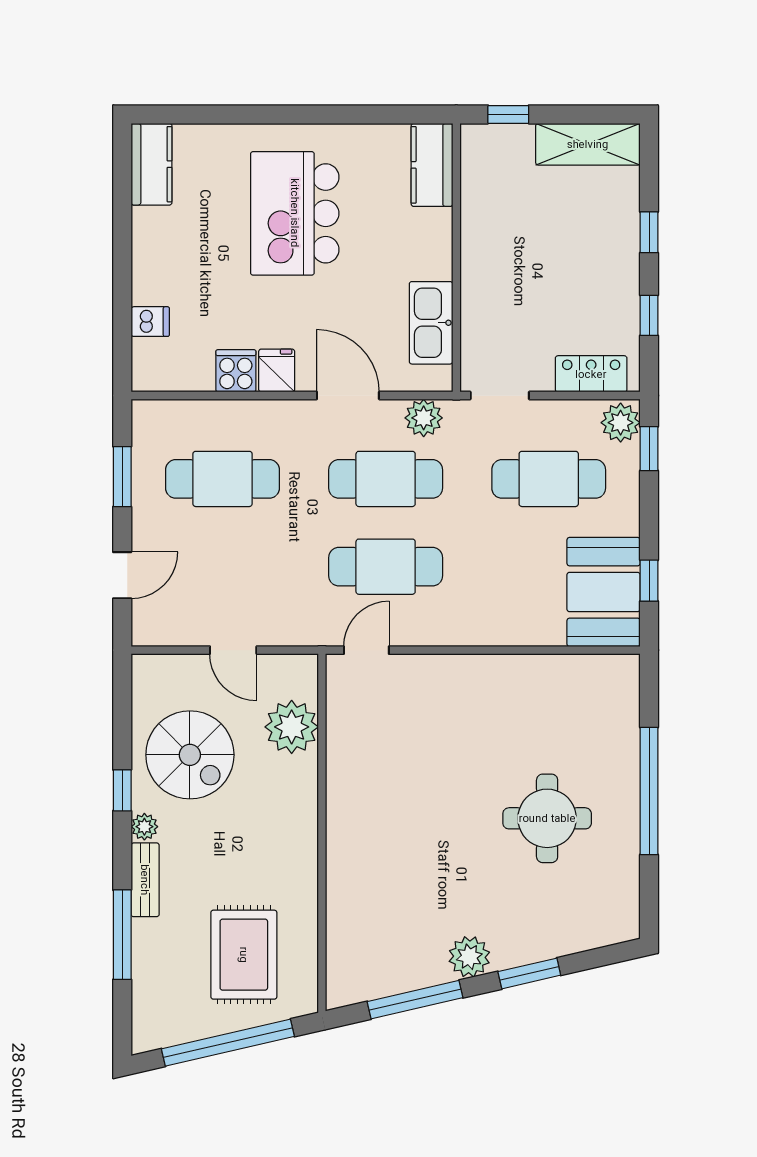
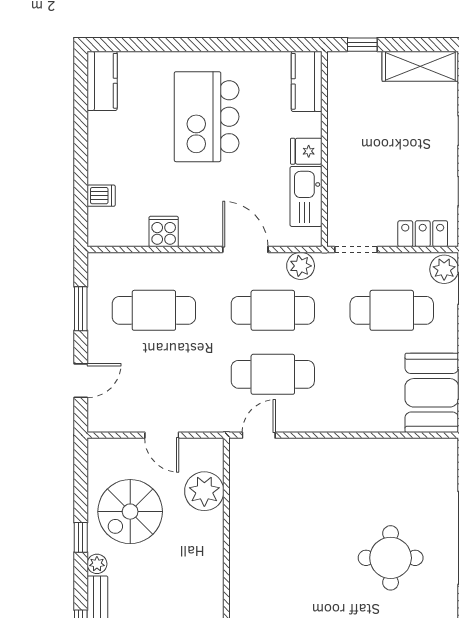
fridge: (277, 371) -> (306, 151), moved, turned -90
spiral stairs: (190, 755) -> (130, 512), turned 90

